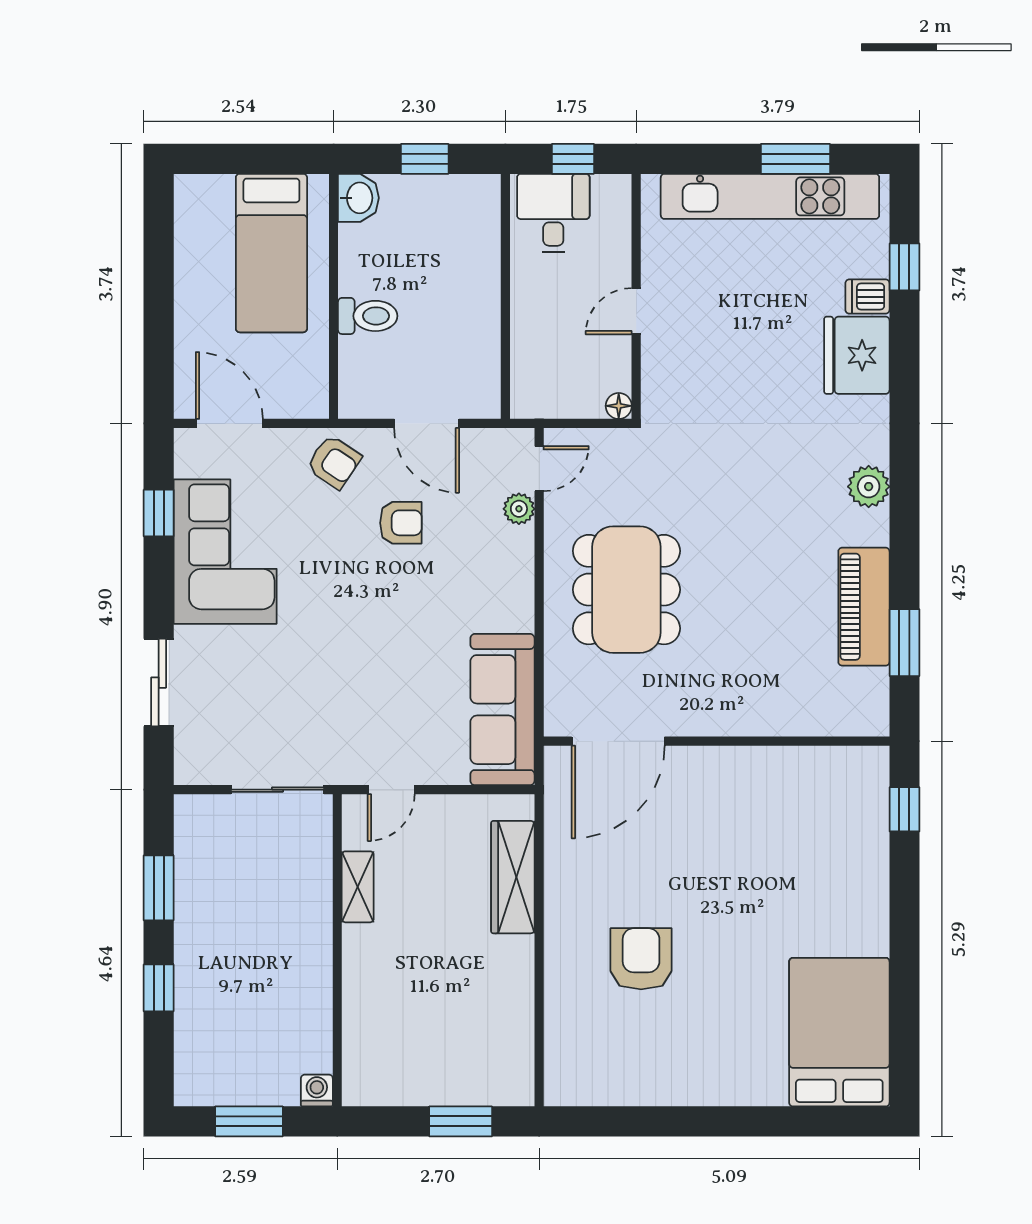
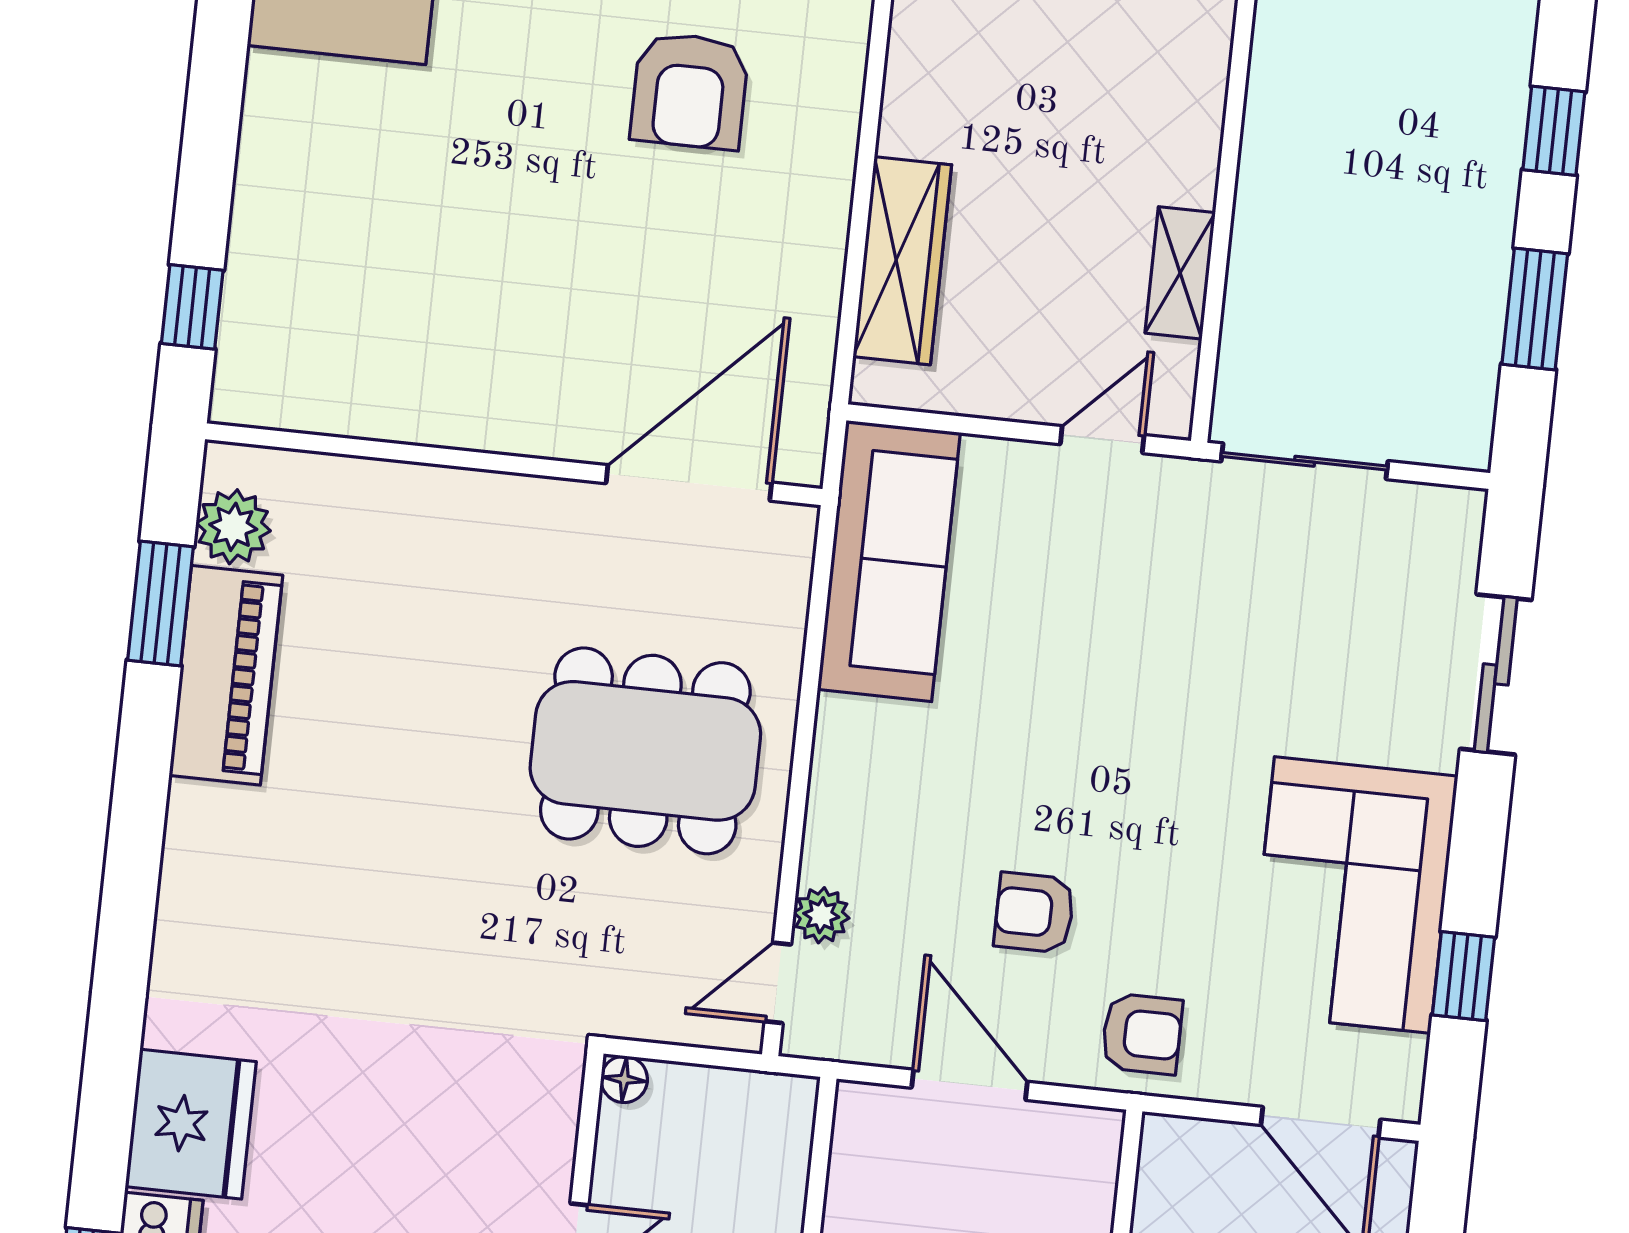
armchair: (334, 462) -> (1142, 1034), turned 146
plant: (869, 487) -> (233, 527), moved
dining table: (626, 590) -> (645, 751), turned 90

